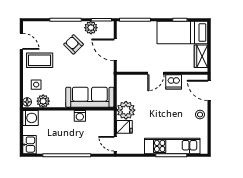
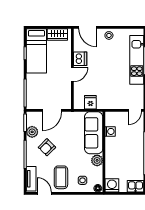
tv unit: (38, 27) -> (31, 179), added
door: (21, 41) -> (44, 193), hinge flipped
door: (156, 73) -> (72, 74), hinge flipped
door: (209, 90) -> (88, 27), hinge flipped
plant: (43, 101) -> (97, 160), moved
plant: (126, 110) -> (105, 101), removed
washing machine: (80, 116) -> (110, 131), moved
fridge: (124, 127) -> (90, 102), moved

